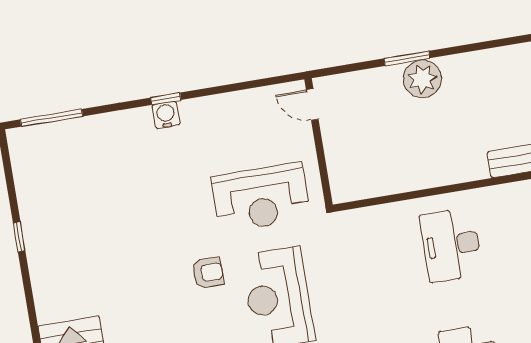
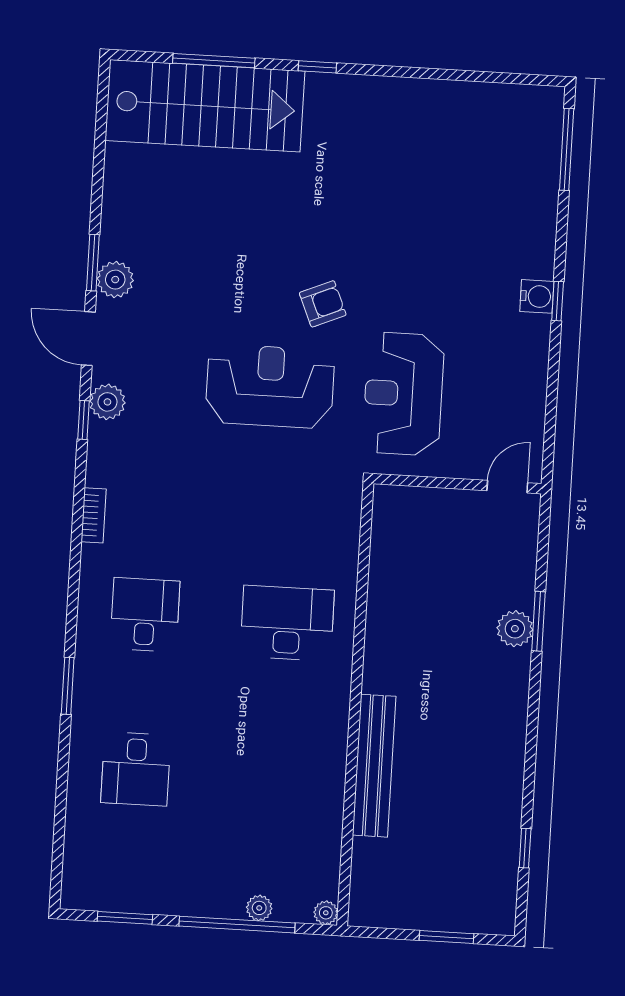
plant: (422, 79) -> (515, 629), width x0.73, depth x0.73
window: (19, 237) -> (317, 67), moved
armchair: (208, 273) -> (323, 304), turned -113

